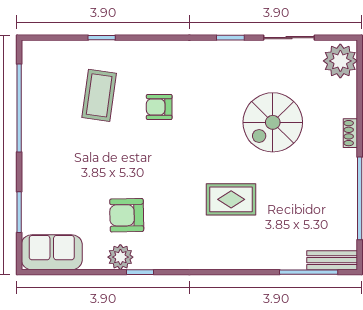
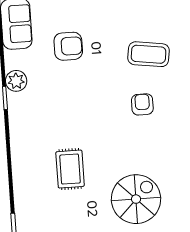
spiral stairs: (273, 122) -> (136, 199), turned 90
armchair: (127, 215) -> (68, 46), moved, turned 91

